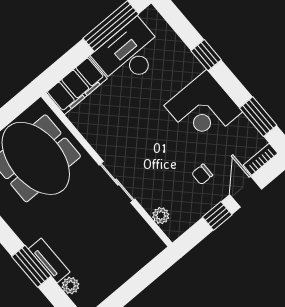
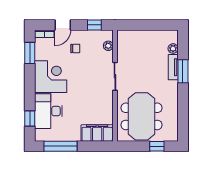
desk: (129, 54) -> (48, 111), moved, turned 90
window: (206, 55) -> (30, 118), moved
window: (217, 216) -> (94, 25), moved

